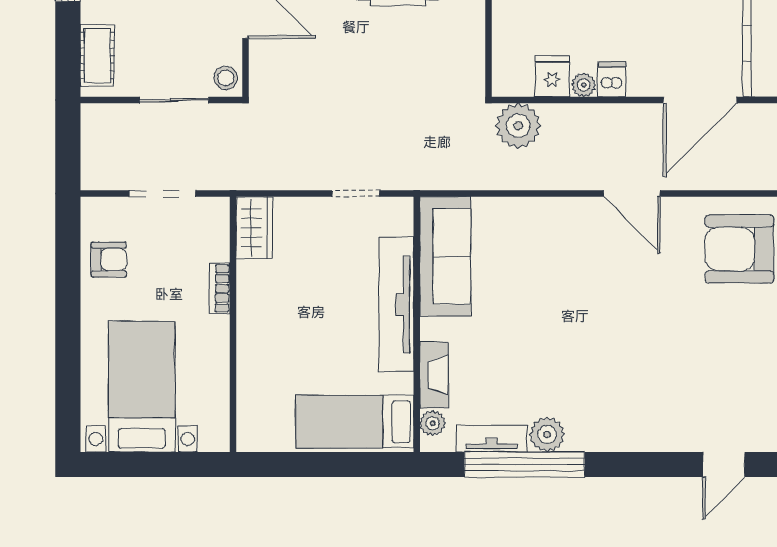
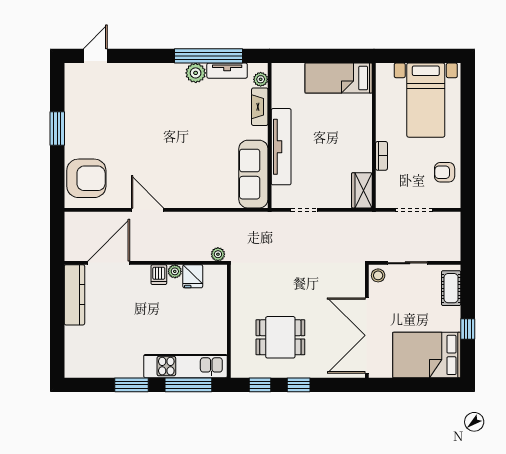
plant: (518, 126) -> (218, 254), width x0.53, depth x0.53
bed: (355, 422) -> (339, 78), moved, turned 180

